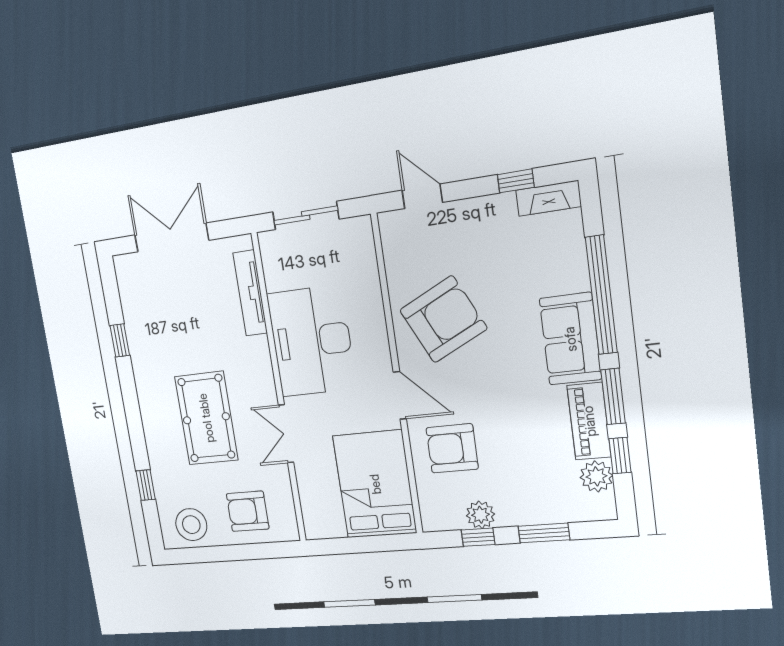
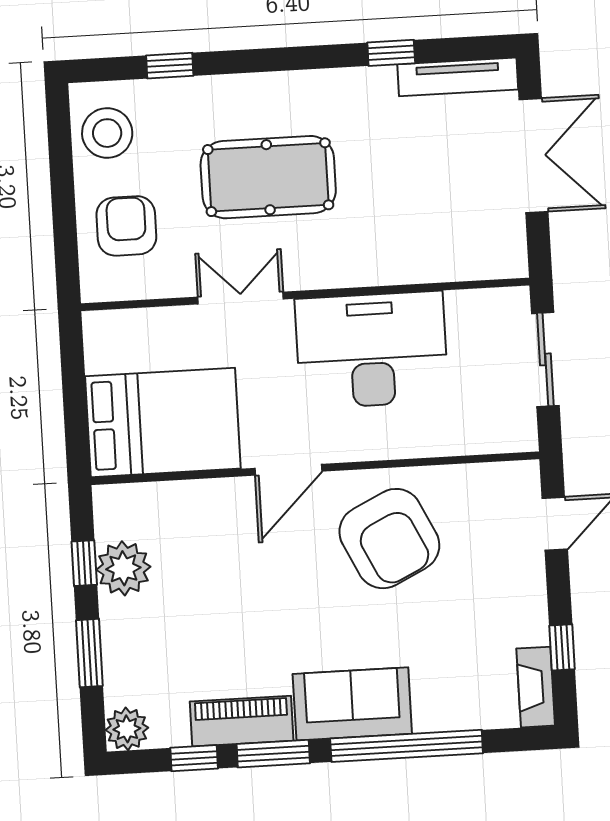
tv unit: (250, 293) -> (458, 77), moved, turned 180
armchair: (452, 448) -> (211, 537), removed
plant: (596, 476) -> (127, 729), moved
plant: (480, 515) -> (123, 568), width x1.36, depth x1.36

